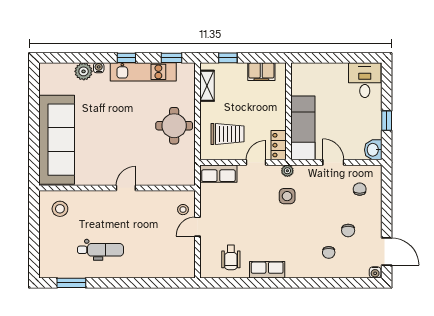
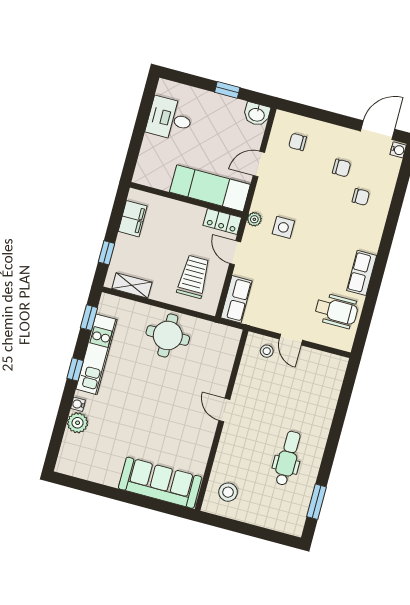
desk: (365, 80) -> (170, 119), moved
sofa: (57, 140) -> (160, 483), width x0.74, depth x0.79
wheelchair: (231, 257) -> (336, 311), width x1.36, depth x1.37

